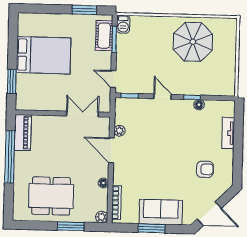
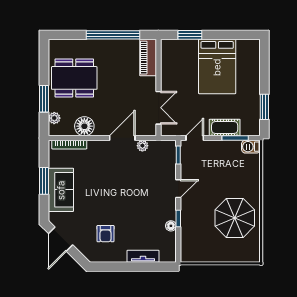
cot: (104, 36) -> (225, 128), moved
piano: (23, 133) -> (148, 58), moved, turned 90
floor lamp: (103, 183) -> (84, 126), width x1.89, depth x1.89
dining table: (51, 196) -> (74, 78), turned 90
plant: (102, 217) -> (54, 118), moved

